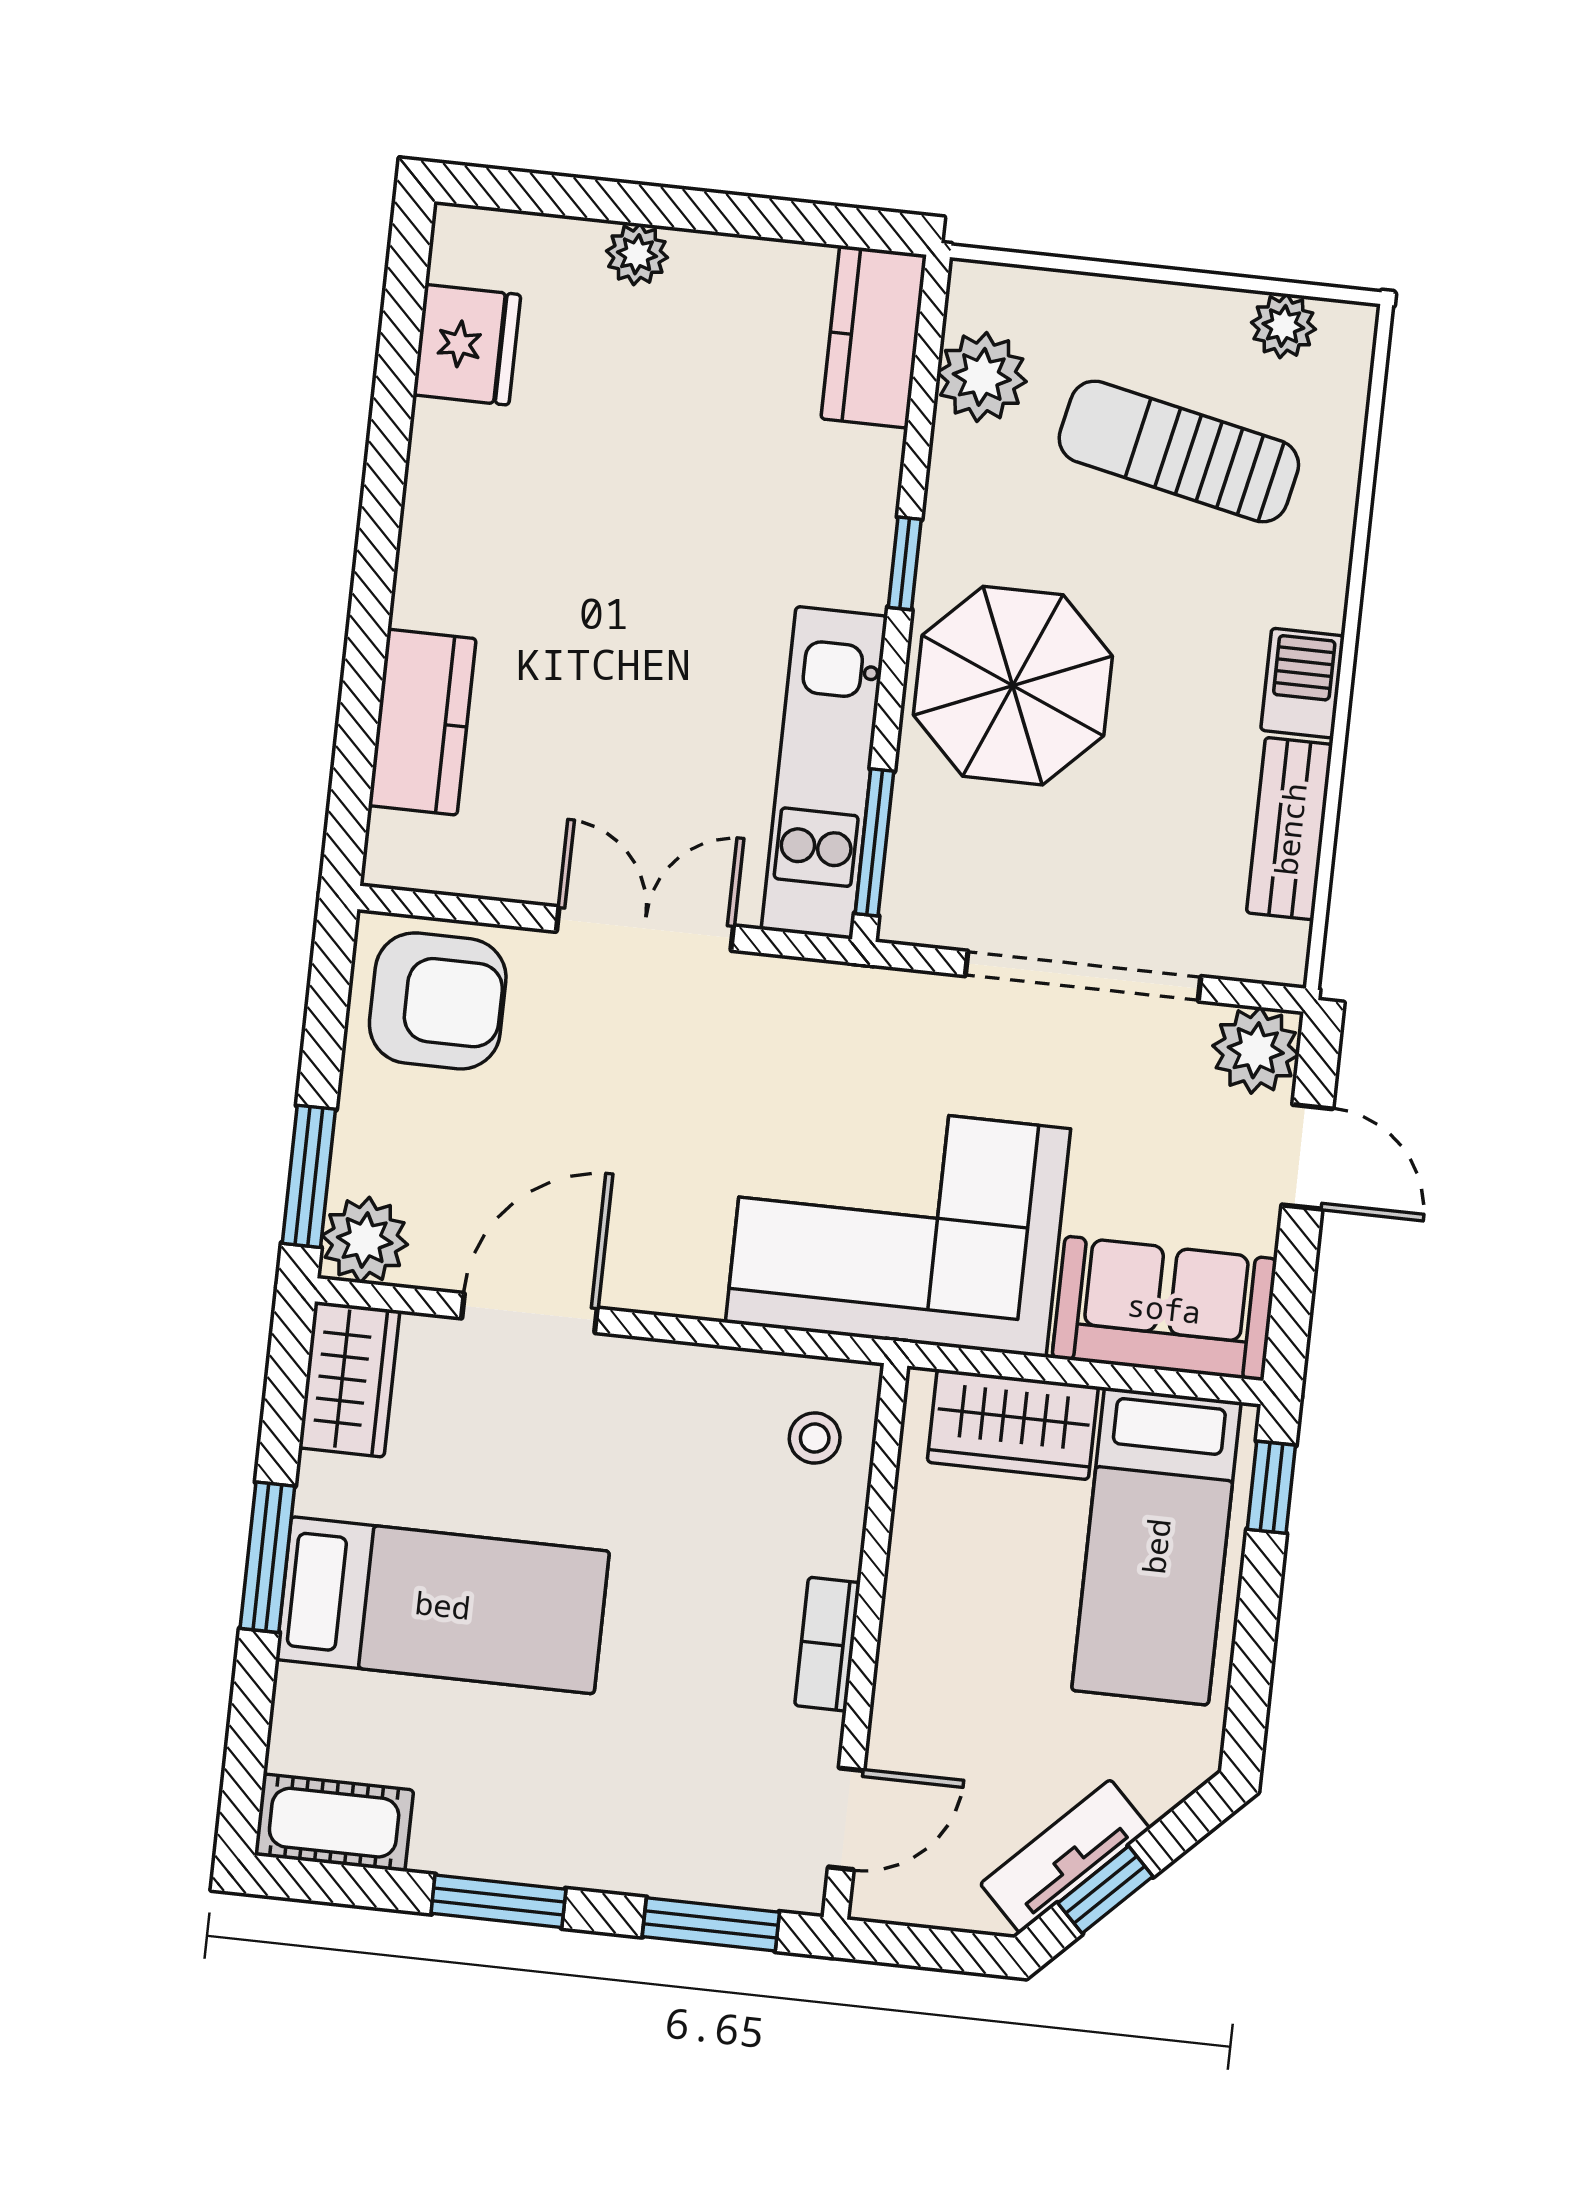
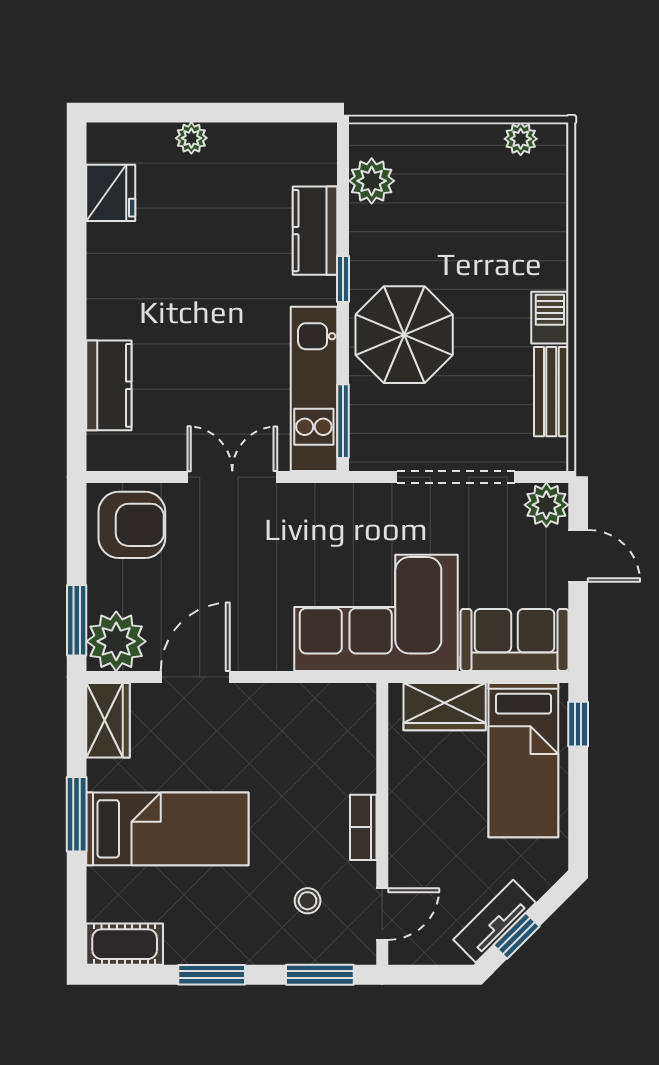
kitchen counter: (874, 337) -> (315, 231), moved
sun lounger: (1179, 451) -> (475, 208), removed
plant: (365, 1240) -> (116, 641), width x1.36, depth x1.36
stool: (815, 1438) -> (308, 901), moved

